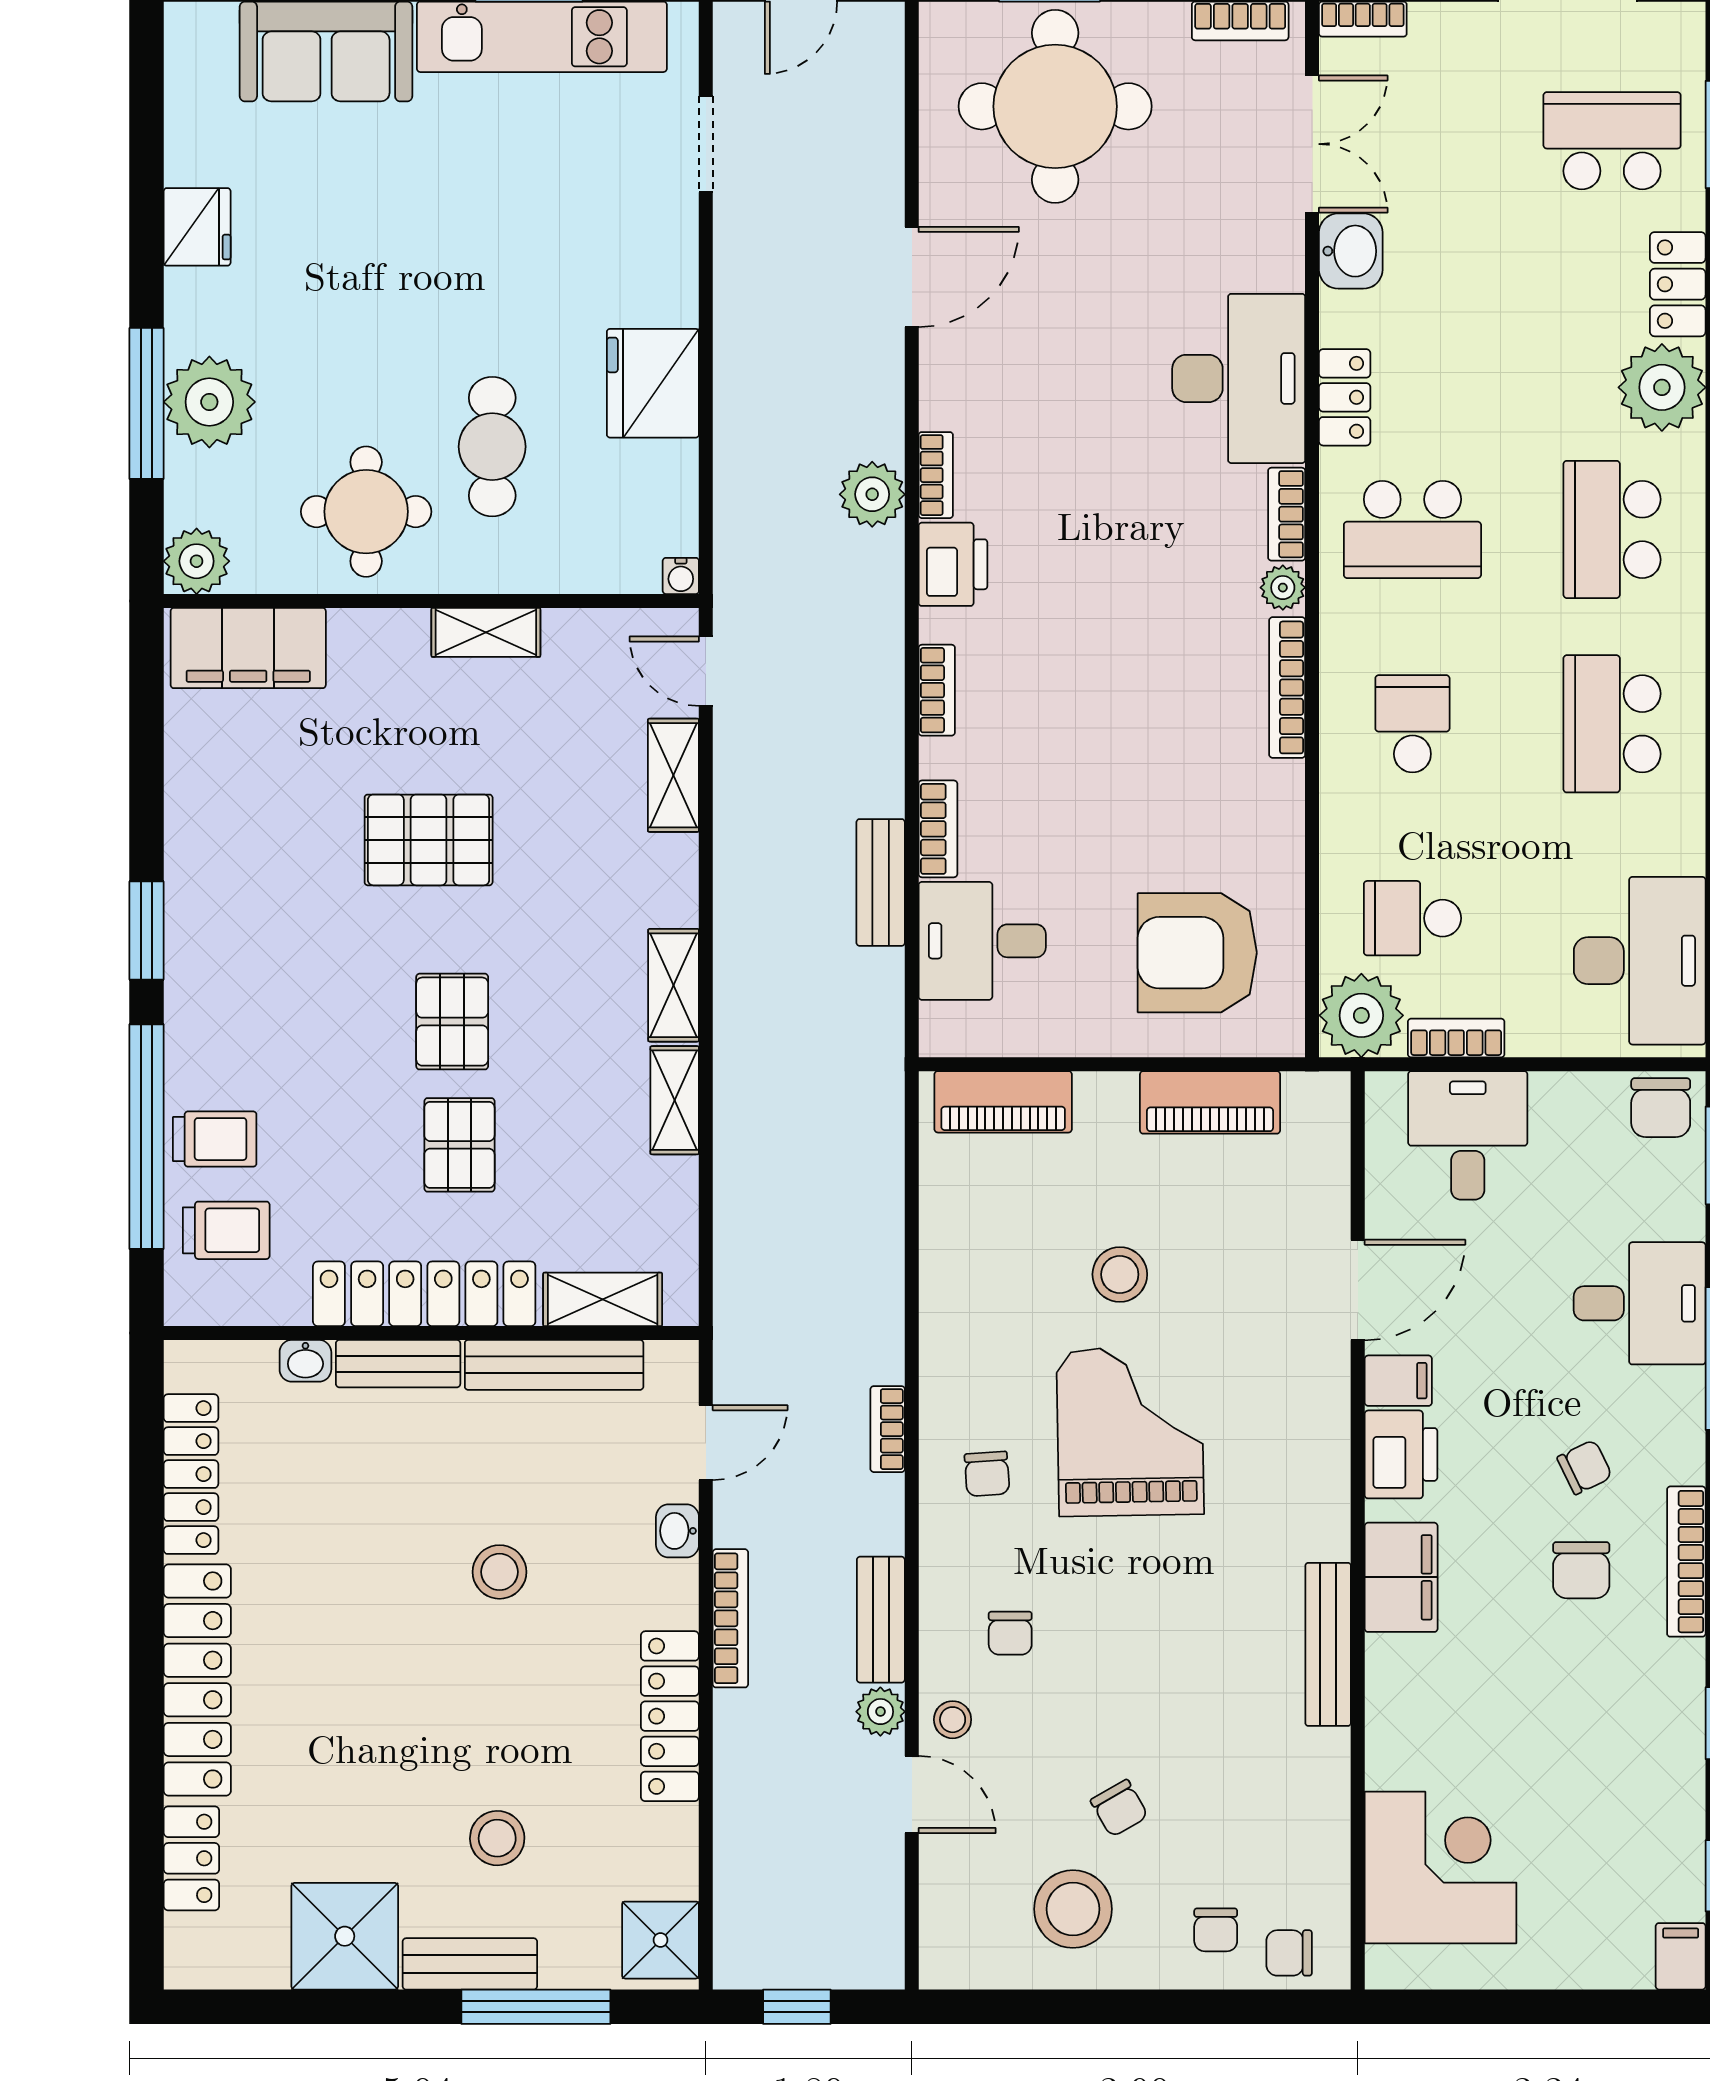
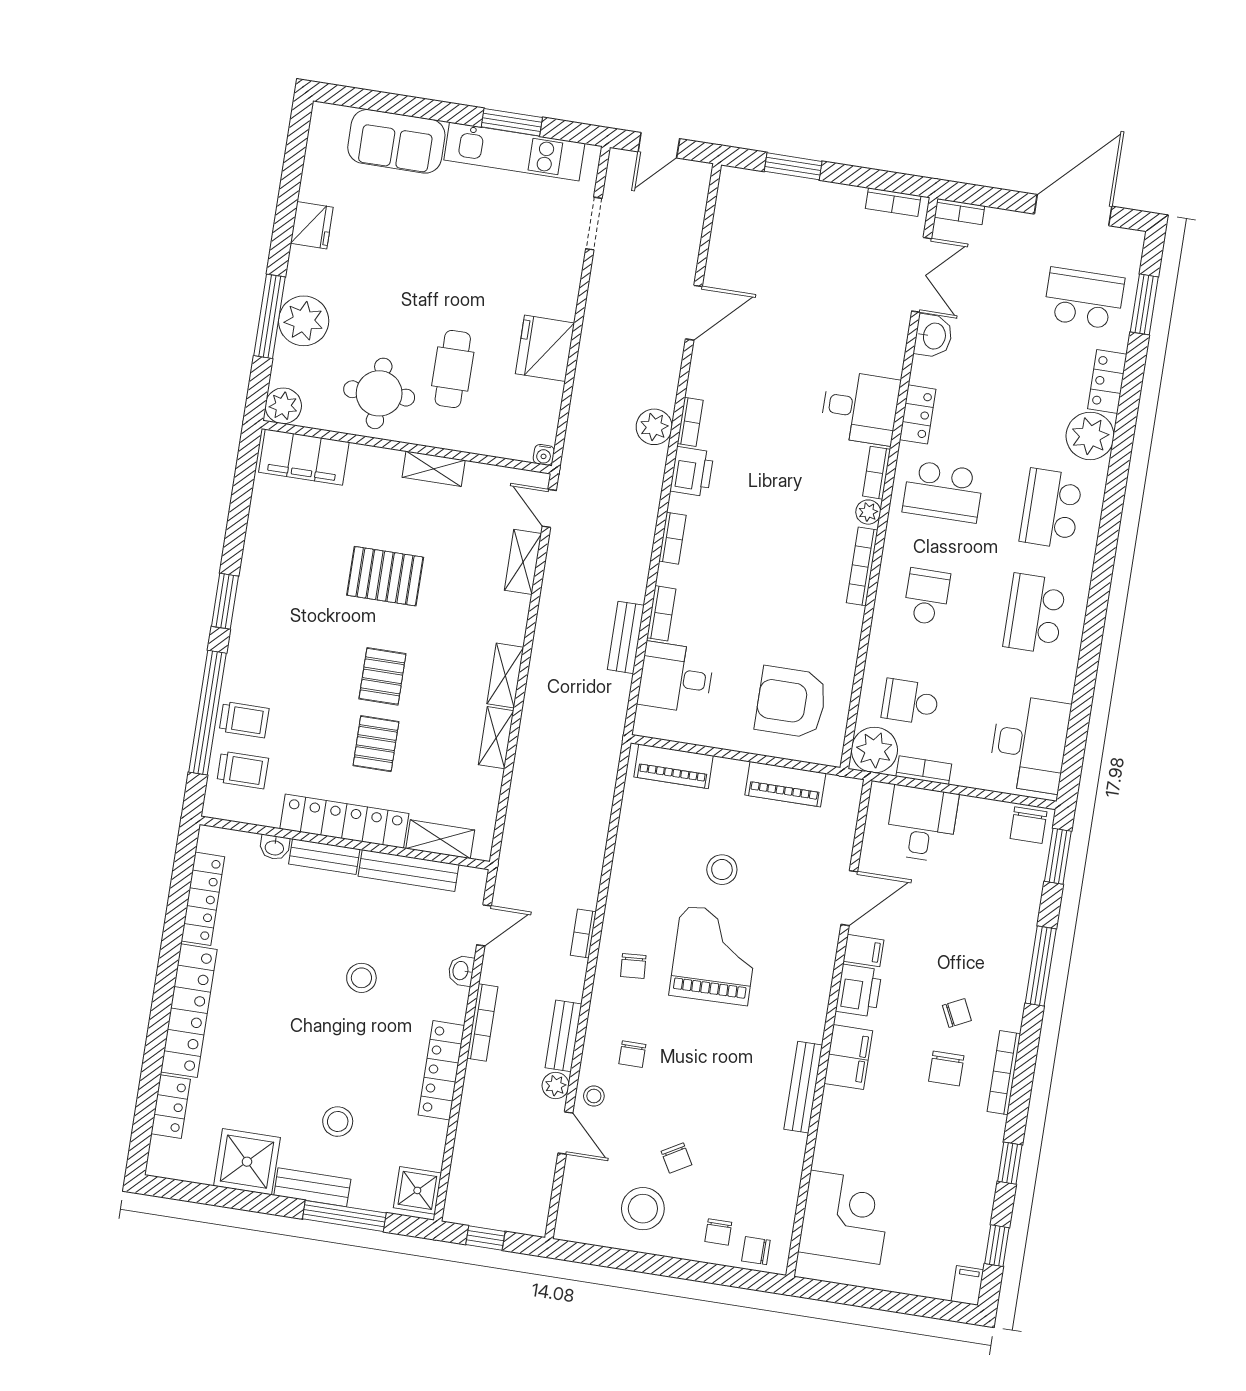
round table: (1055, 106) -> (786, 233), removed
desk: (1239, 378) -> (860, 408), width x0.73
desk: (1640, 1303) -> (1000, 929), removed

